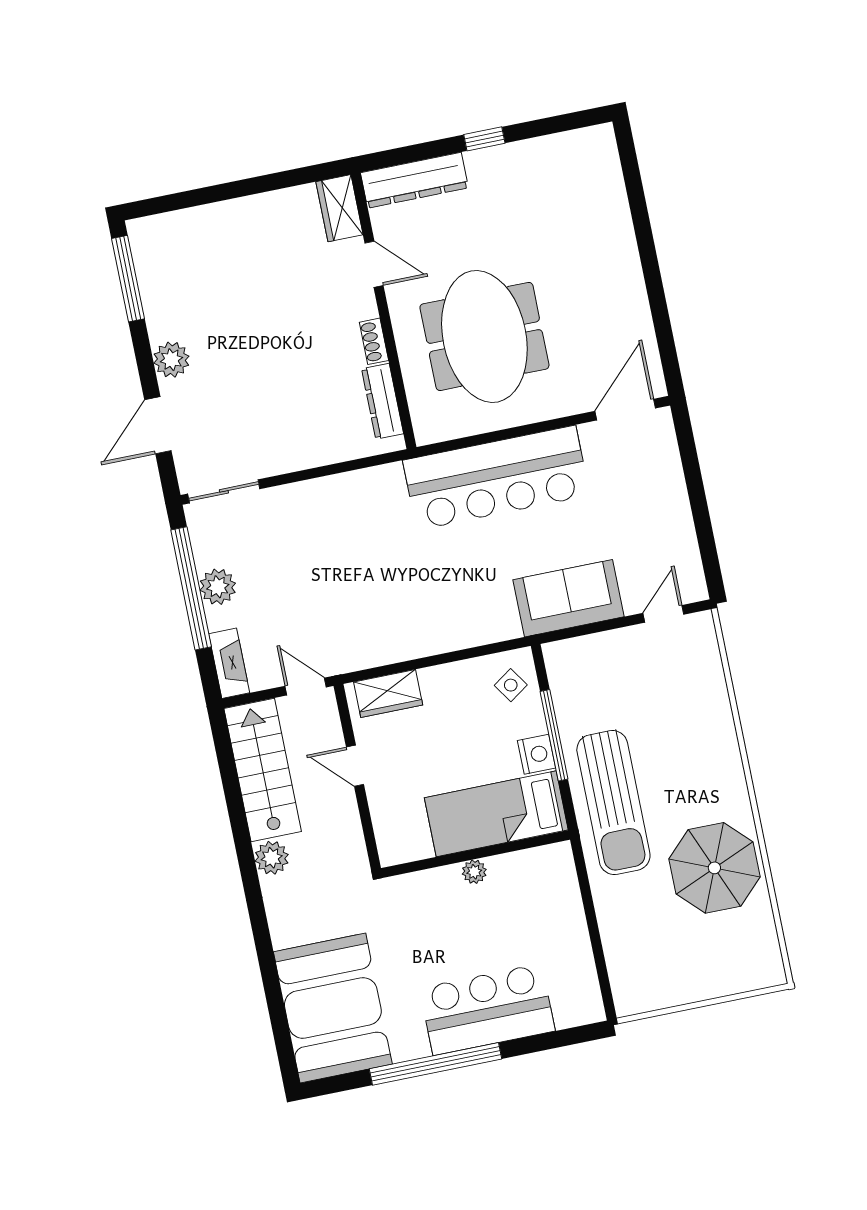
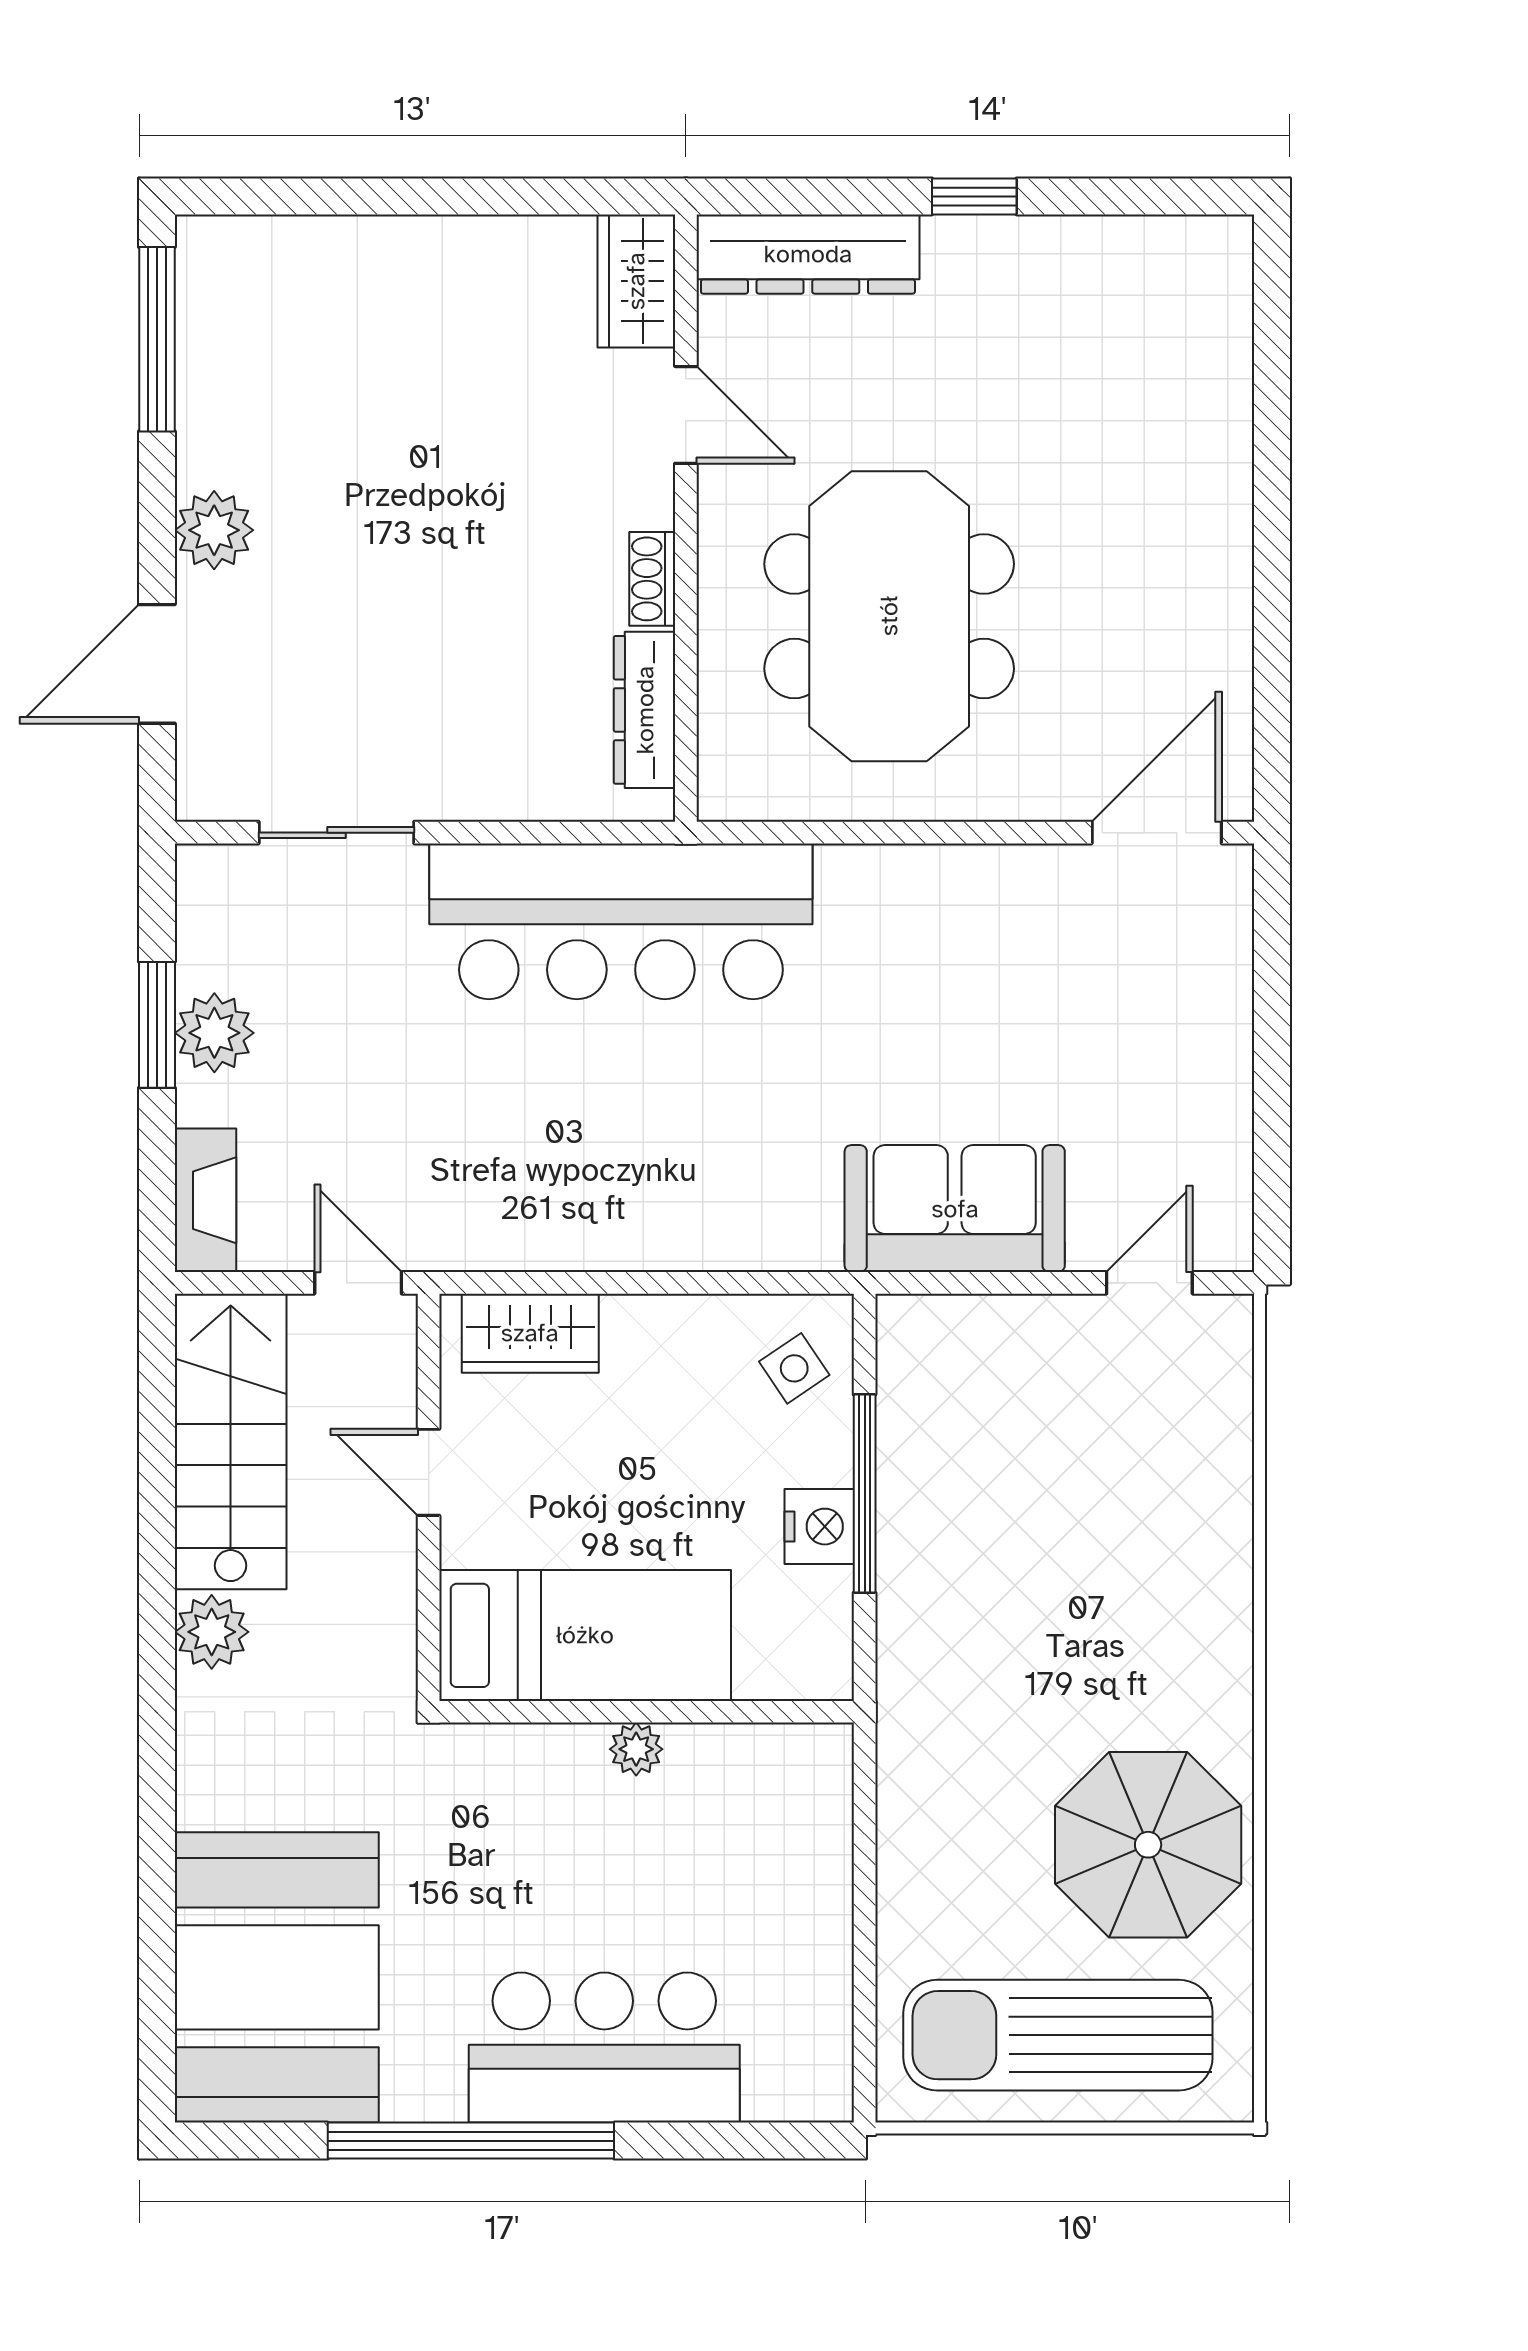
bar counter: (496, 478) -> (621, 921), moved
sliding door: (224, 491) -> (336, 833), moved
window: (191, 588) -> (157, 1025), width x0.47
sun lounger: (613, 803) -> (1058, 2035), moved, turned 90
bed: (496, 814) -> (585, 1635), moved, turned 180

